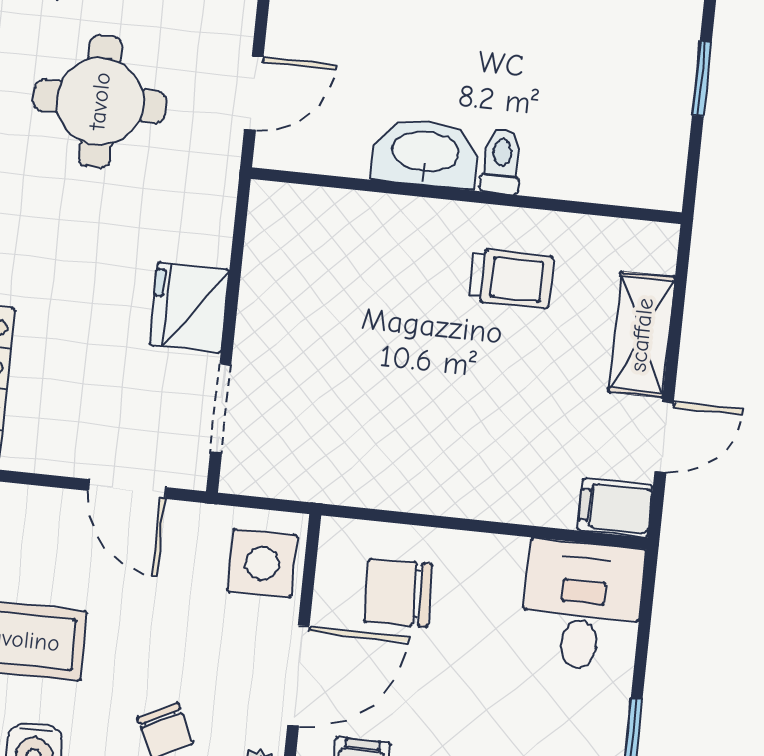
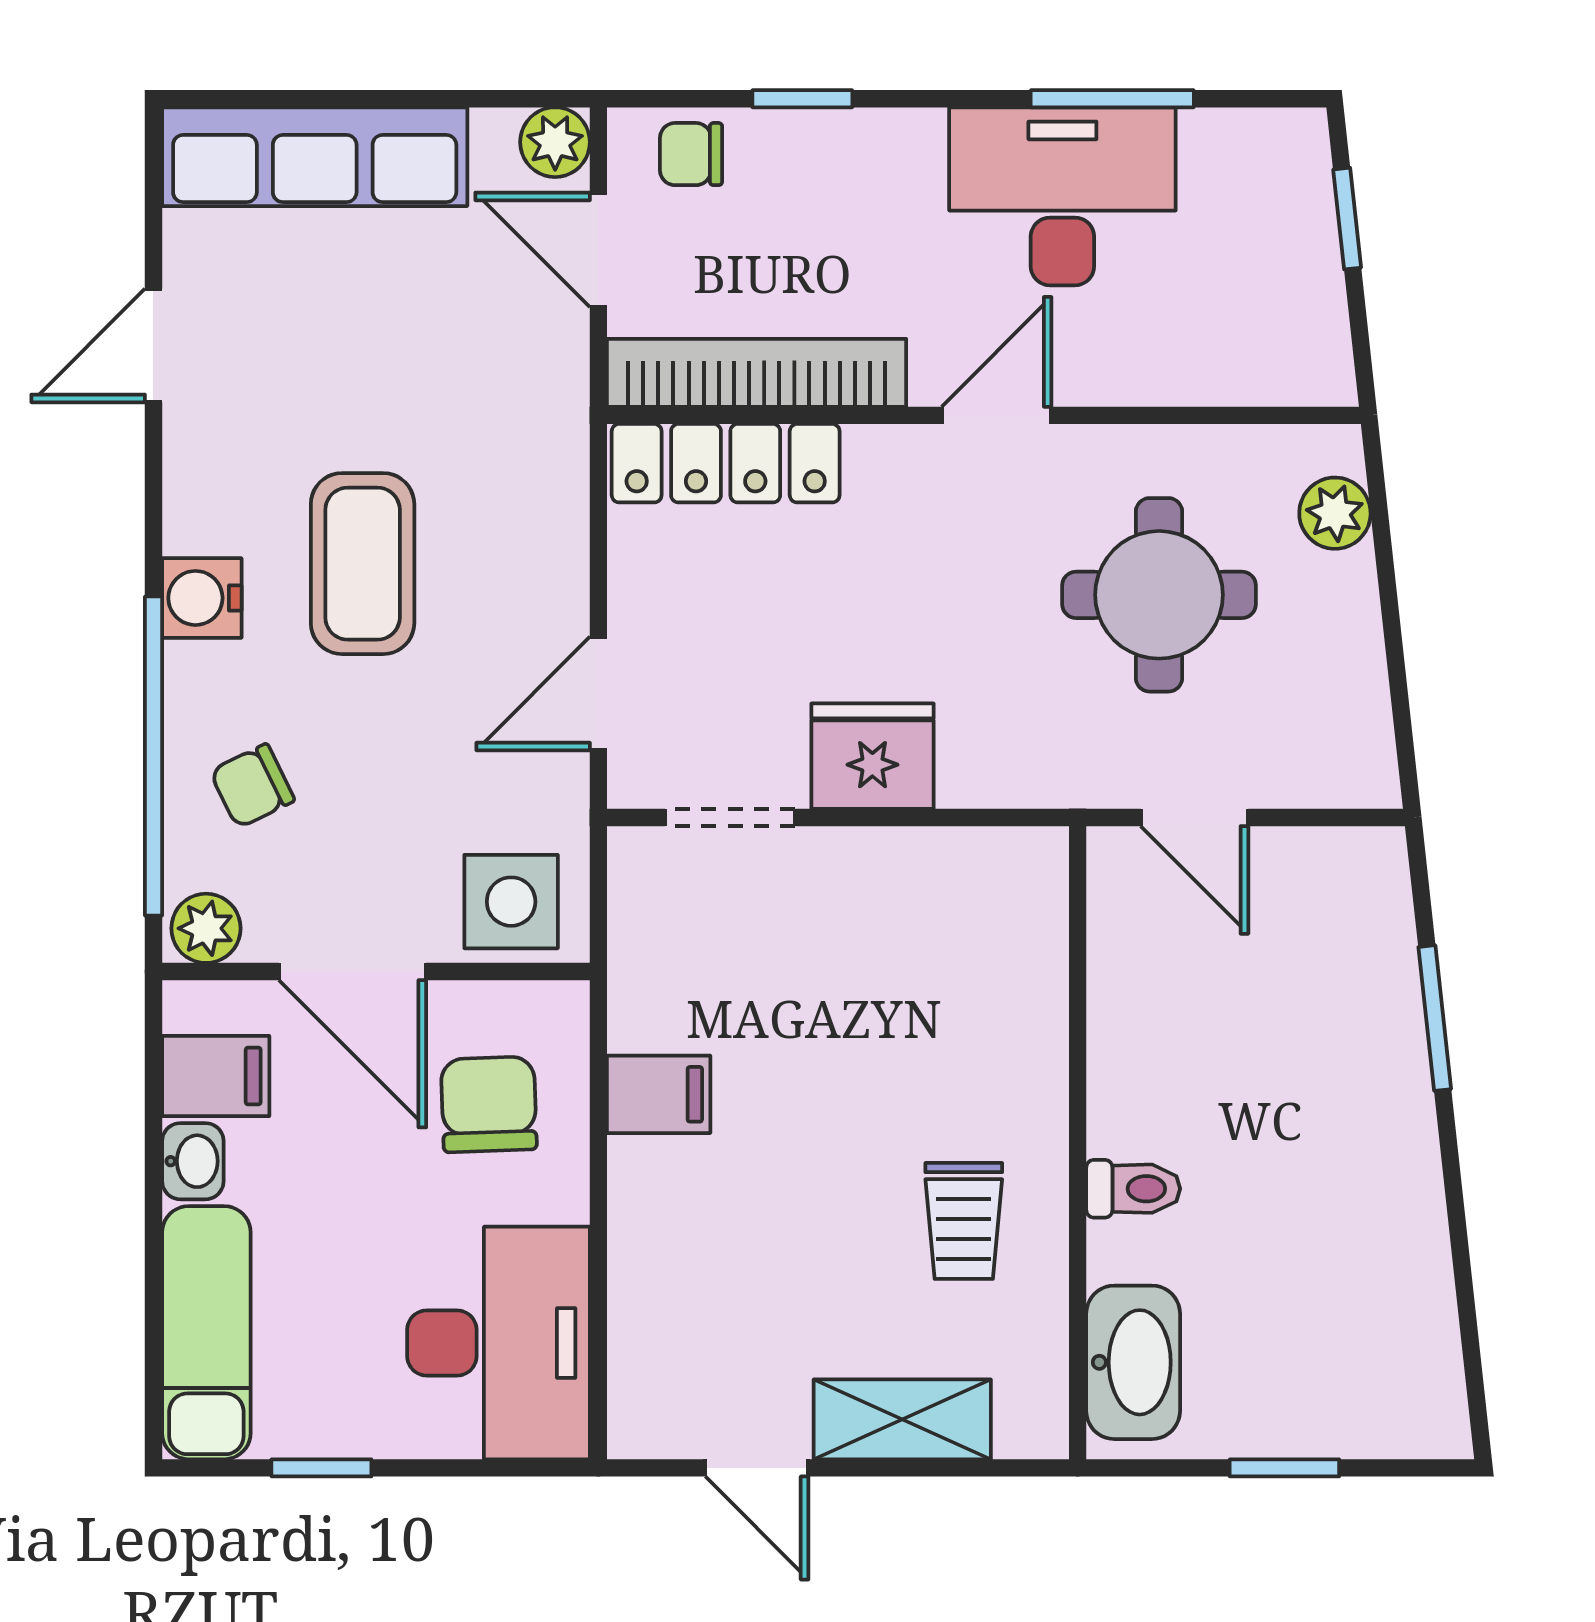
washbasin: (425, 153) -> (1133, 1362), moved
filing cabinet: (615, 508) -> (659, 1094), moved, turned 90
desk: (582, 605) -> (499, 1343), width x1.37

